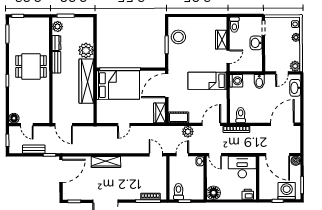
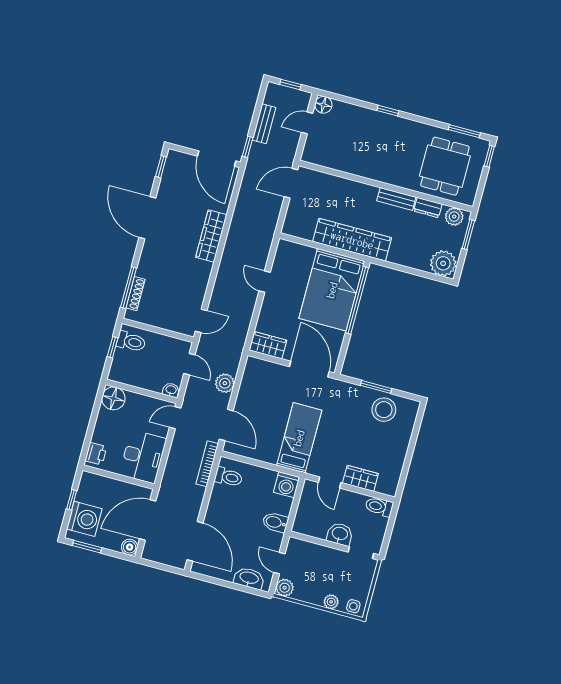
plant: (86, 50) -> (443, 263), moved
dining table: (31, 66) -> (445, 166), moved
cot: (178, 117) -> (252, 374), removed

